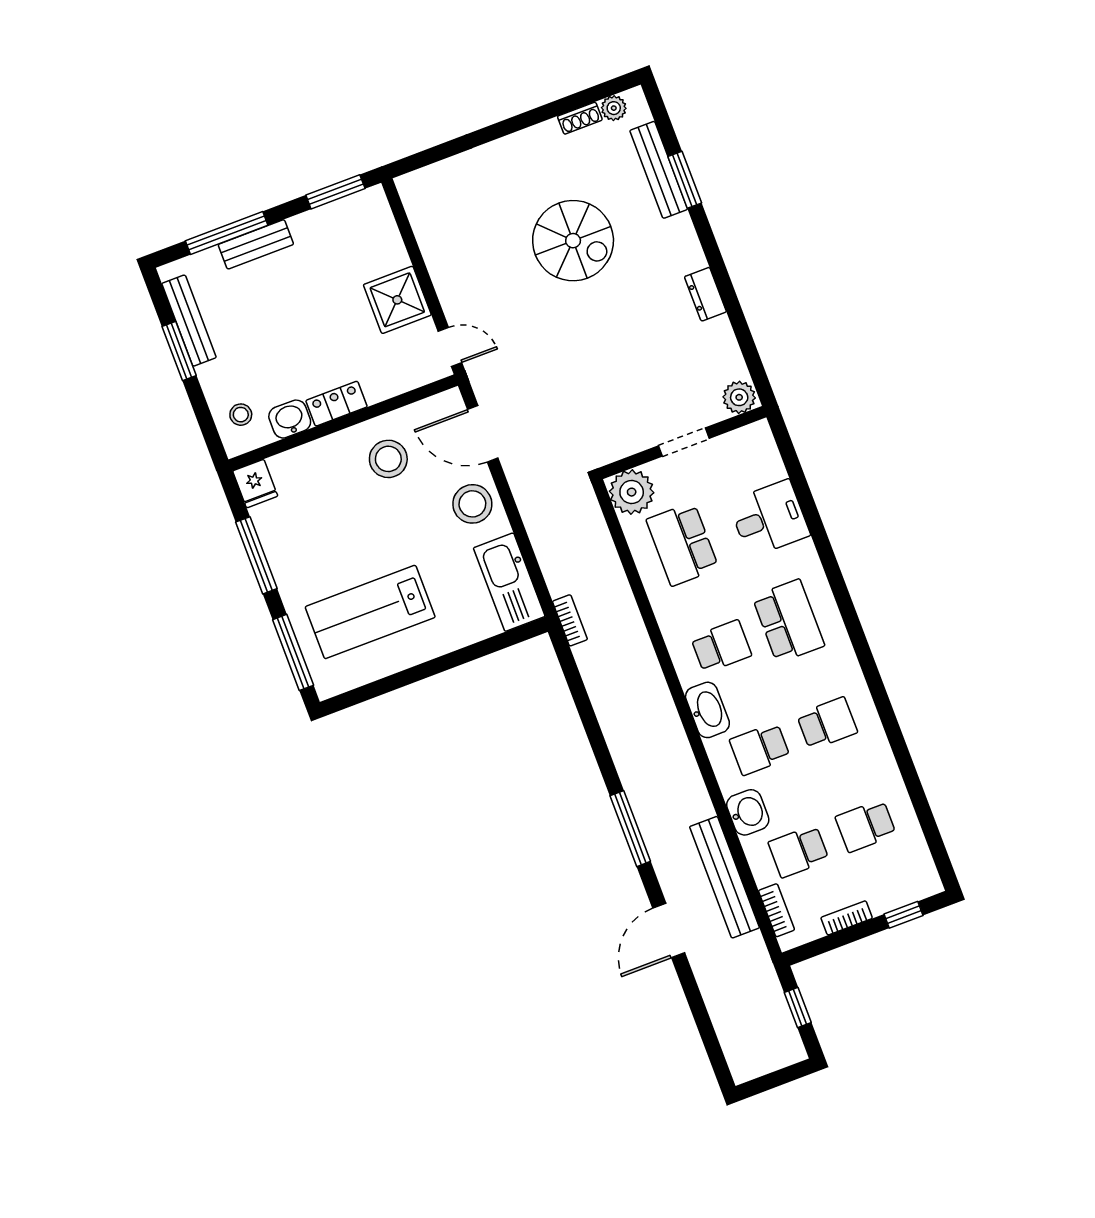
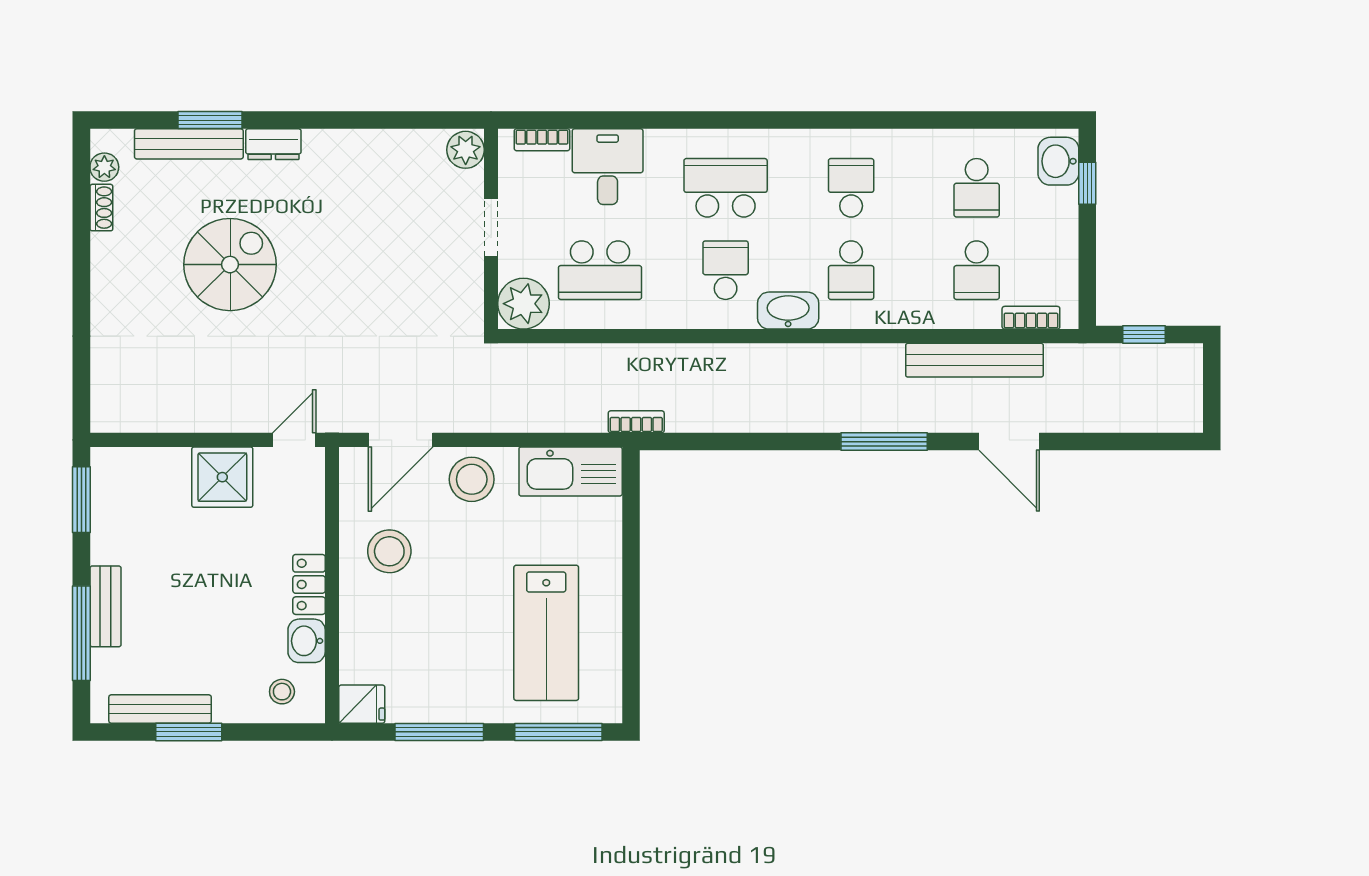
dresser: (705, 294) -> (273, 144), moved
washbasin: (748, 812) -> (1058, 161), moved, turned -90
bookcase: (847, 918) -> (542, 140), moved, turned -90

